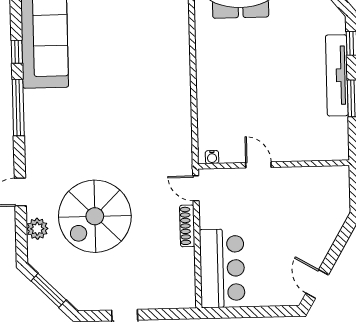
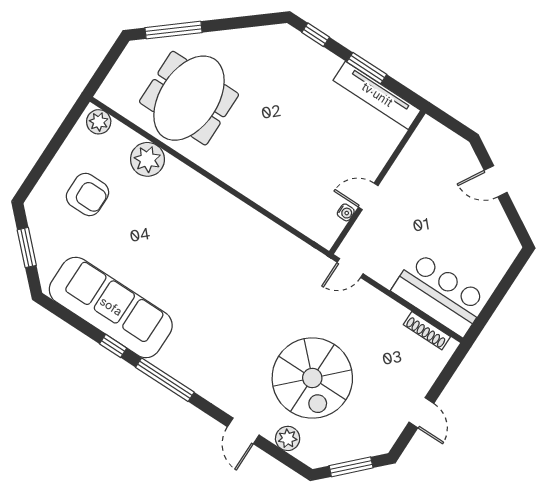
tv unit: (337, 75) -> (377, 95), moved
water cooler: (212, 157) -> (346, 212), moved
shoe rack: (187, 226) -> (427, 331), moved
door: (317, 284) -> (496, 181), moved

